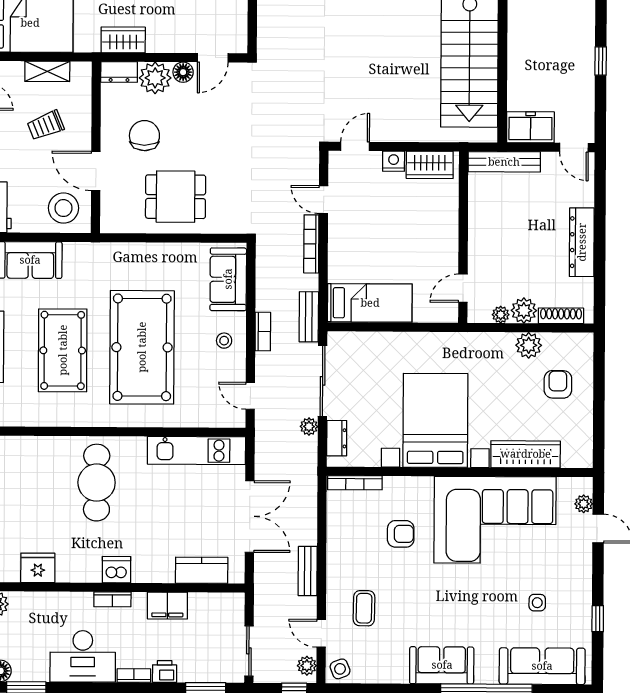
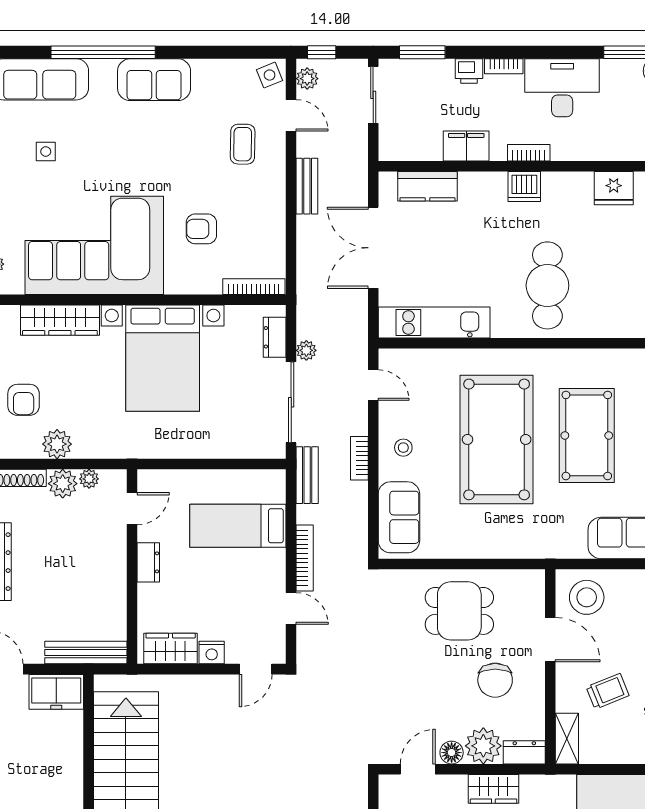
wardrobe: (123, 40) -> (493, 789), moved
shelving: (47, 71) -> (567, 739), moved, turned 90
dresser: (449, 241) -> (148, 562), added
bed: (370, 303) -> (238, 526), moved

